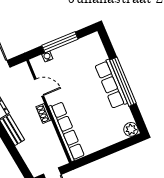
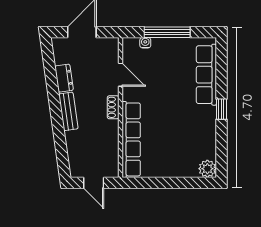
window: (123, 82) -> (221, 109), width x0.32
row of seats: (111, 84) -> (206, 75), moved

